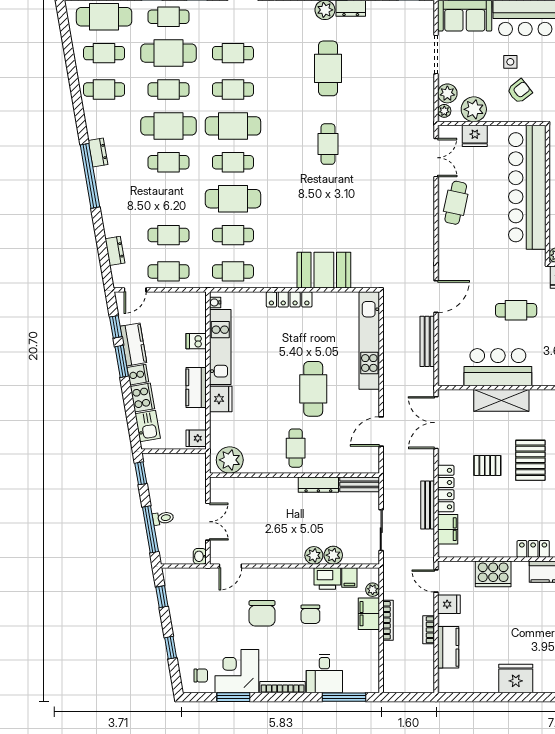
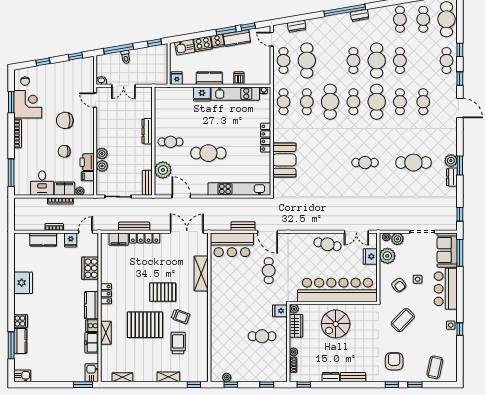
cafe table: (168, 53) -> (423, 61), removed
cafe table: (168, 235) -> (307, 61), width x1.37, depth x1.35
cafe table: (516, 310) -> (269, 271), moved
bench: (427, 341) -> (243, 226), width x0.73
bar counter: (498, 367) -> (232, 245), moved, turned 90
plant: (230, 460) -> (163, 170), moved
pallet: (487, 465) -> (159, 265), removed
dresser: (318, 485) -> (147, 131), moved
desk: (324, 674) -> (42, 183), moved, turned -90

